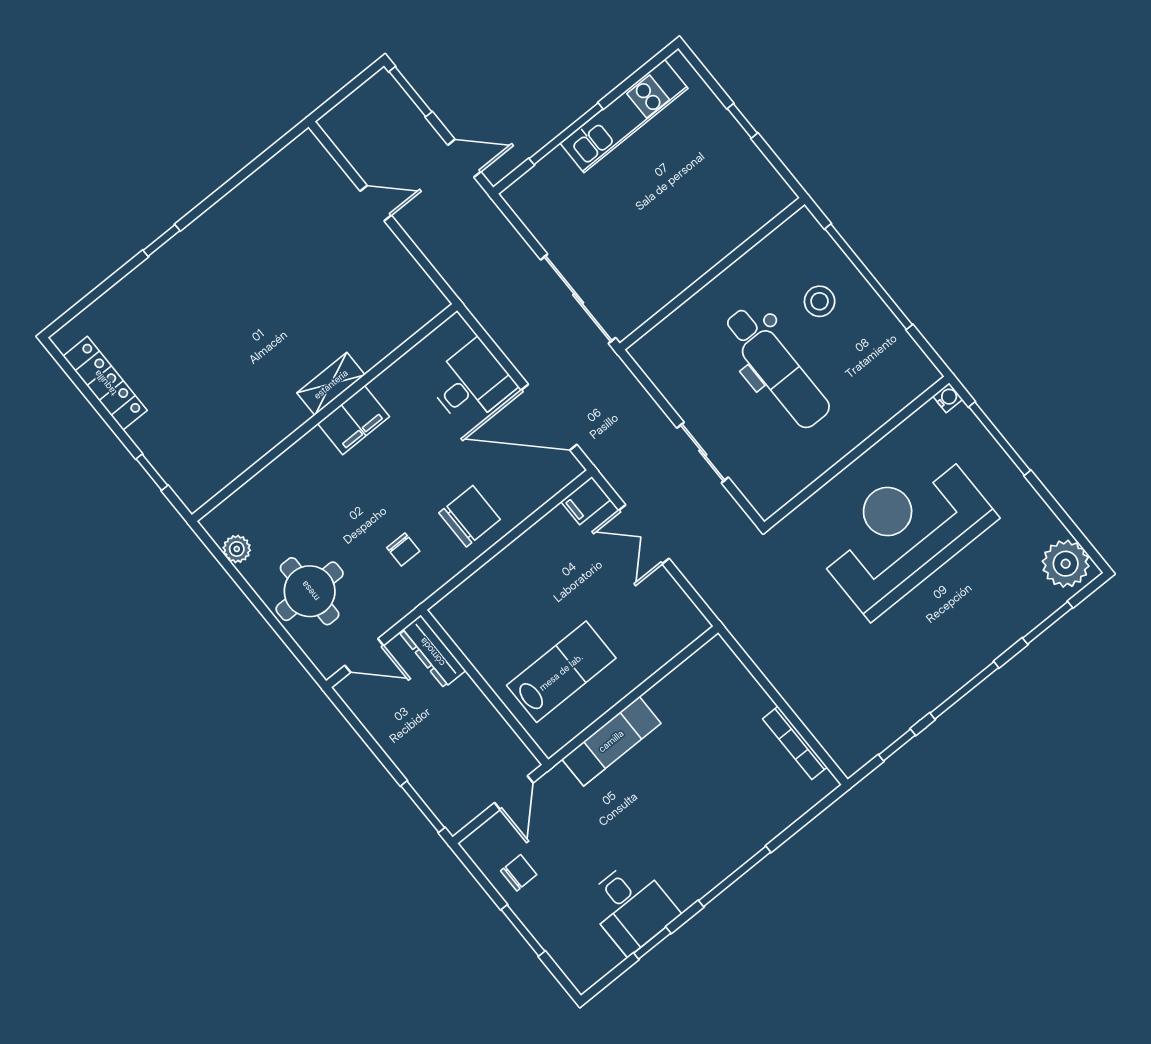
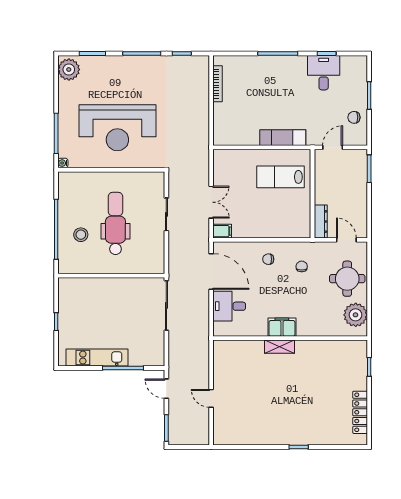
chair: (470, 516) -> (268, 259), width x0.54, depth x0.54
plant: (237, 549) -> (356, 315), width x1.88, depth x1.88

